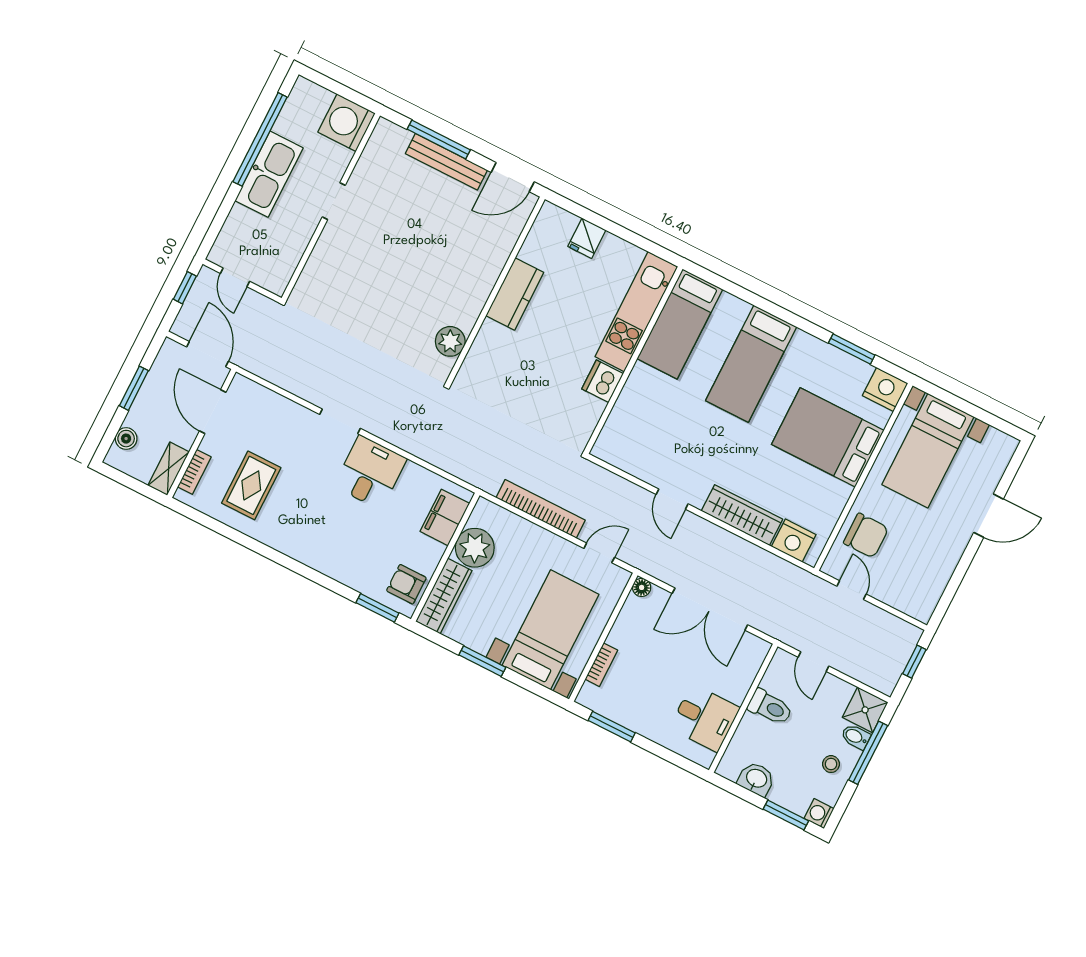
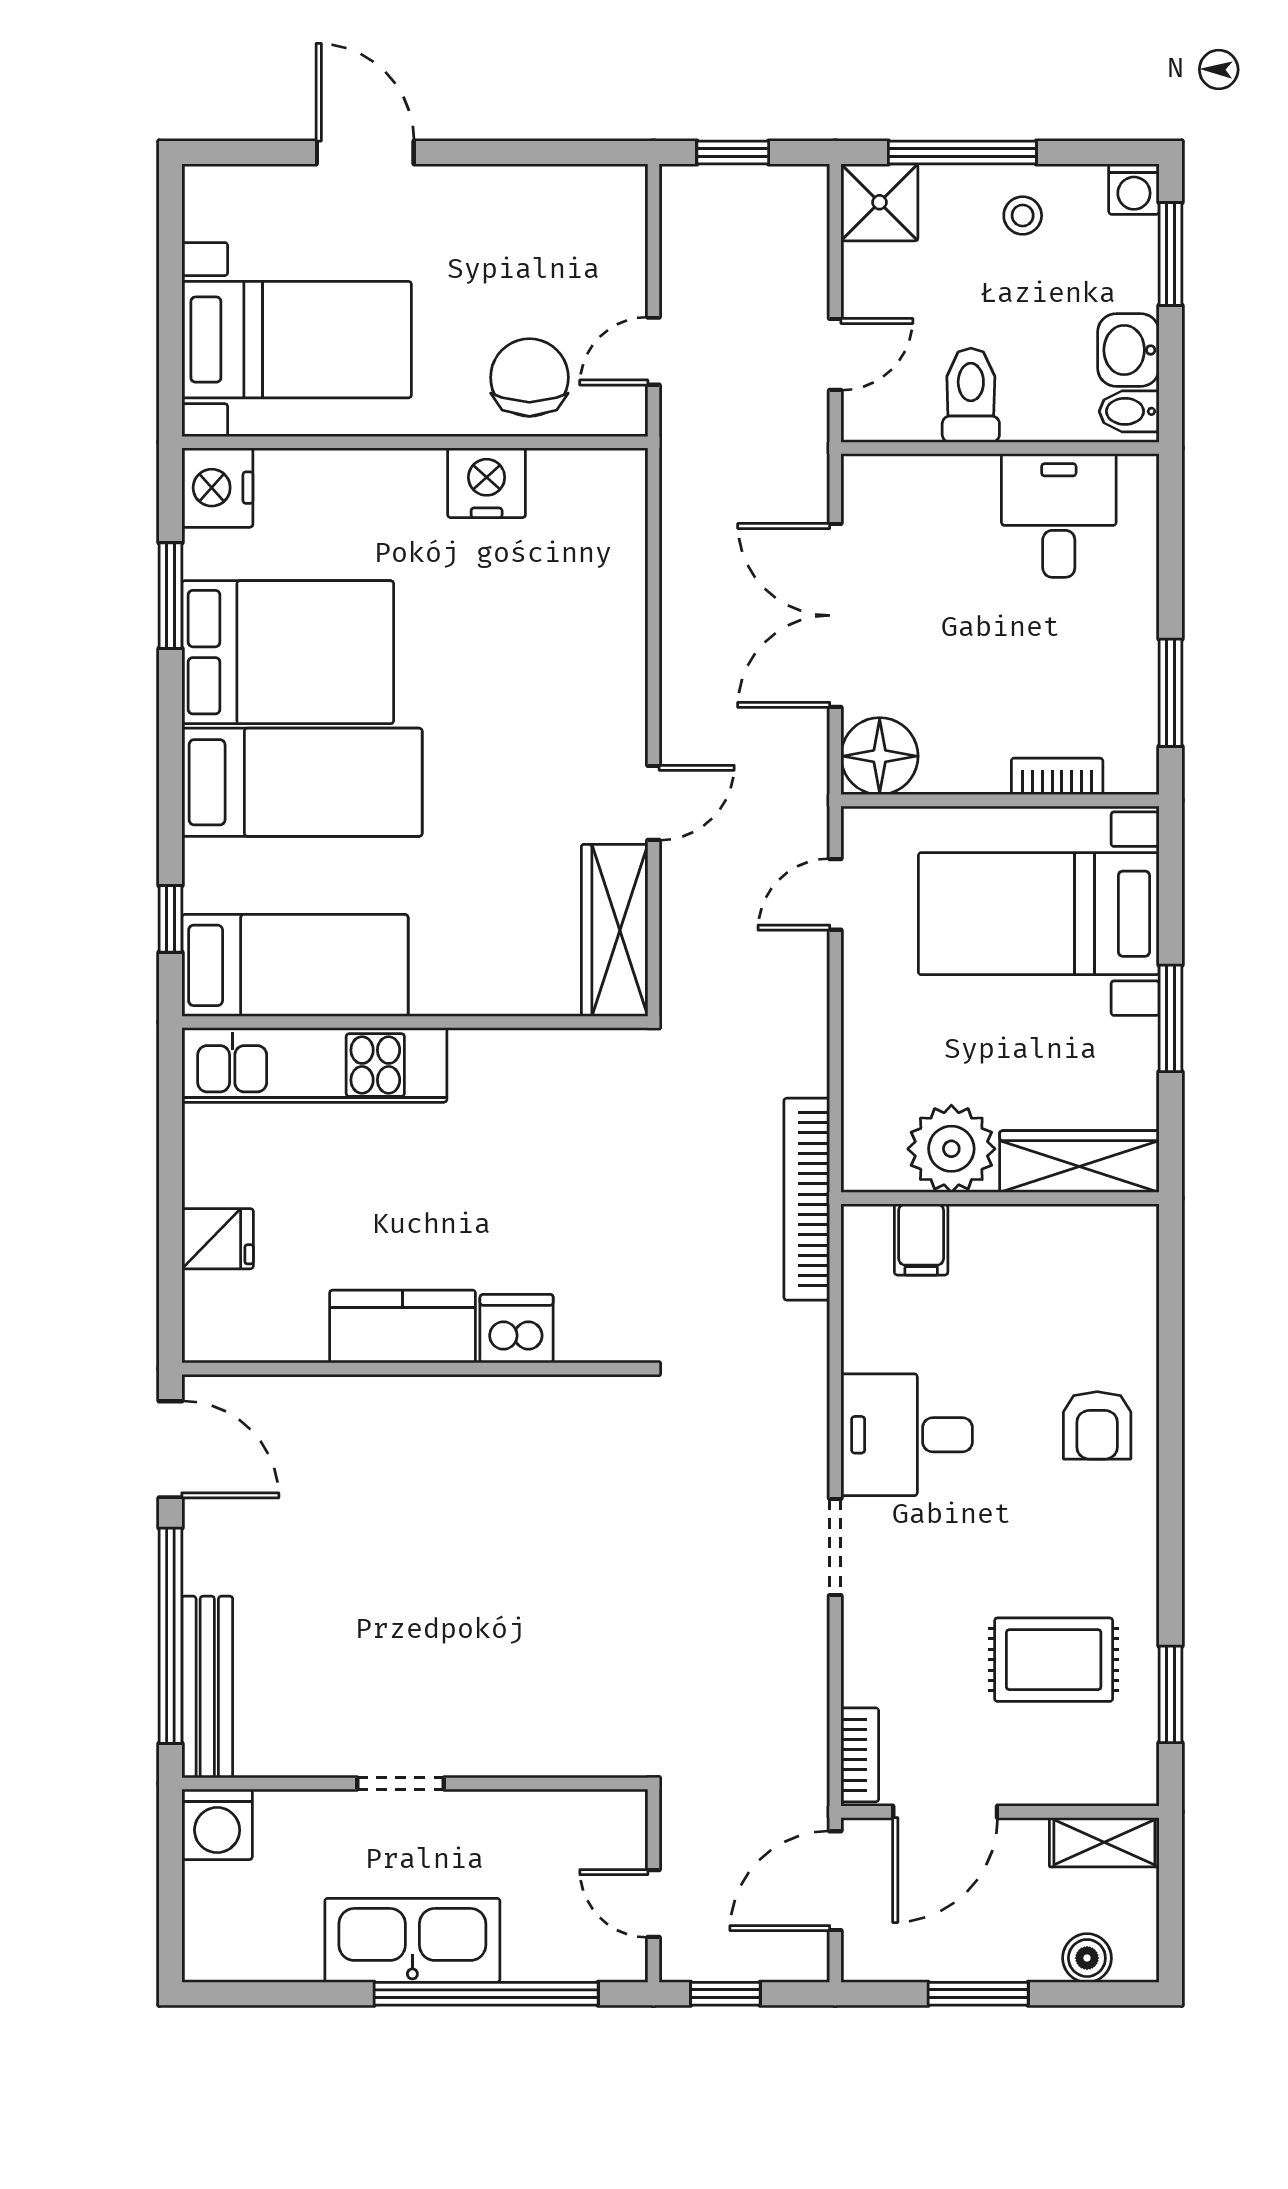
washing machine: (347, 123) -> (217, 1824), width x0.73, depth x0.73
window: (260, 139) -> (486, 1994), moved
window: (439, 140) -> (170, 1636), width x1.46
bench: (446, 162) -> (207, 1687), moved
door: (235, 277) -> (653, 1904), swing flipped
window: (723, 284) -> (170, 919), added
plant: (450, 341) -> (563, 1408), removed
dishwasher: (603, 381) -> (517, 1329), moved, turned 180
bed: (828, 437) -> (288, 652), moved, turned -90
bookcase: (194, 472) -> (860, 1755), moved, turned 90
bookcase: (541, 509) -> (807, 1199), moved
wardrobe: (742, 515) -> (615, 930), moved
filing cabinet: (445, 517) -> (921, 1239), width x0.50
nightstand: (794, 541) -> (487, 483), moved, turned -90
door: (599, 553) -> (835, 894), hinge flipped
armchair: (406, 584) -> (1097, 1425), moved
floor lamp: (642, 587) -> (880, 756), width x1.89, depth x1.89
window: (377, 608) -> (1171, 1694), moved
double door: (710, 609) -> (835, 615), swing flipped
bidet: (856, 737) -> (1129, 411), moved, turned 90

